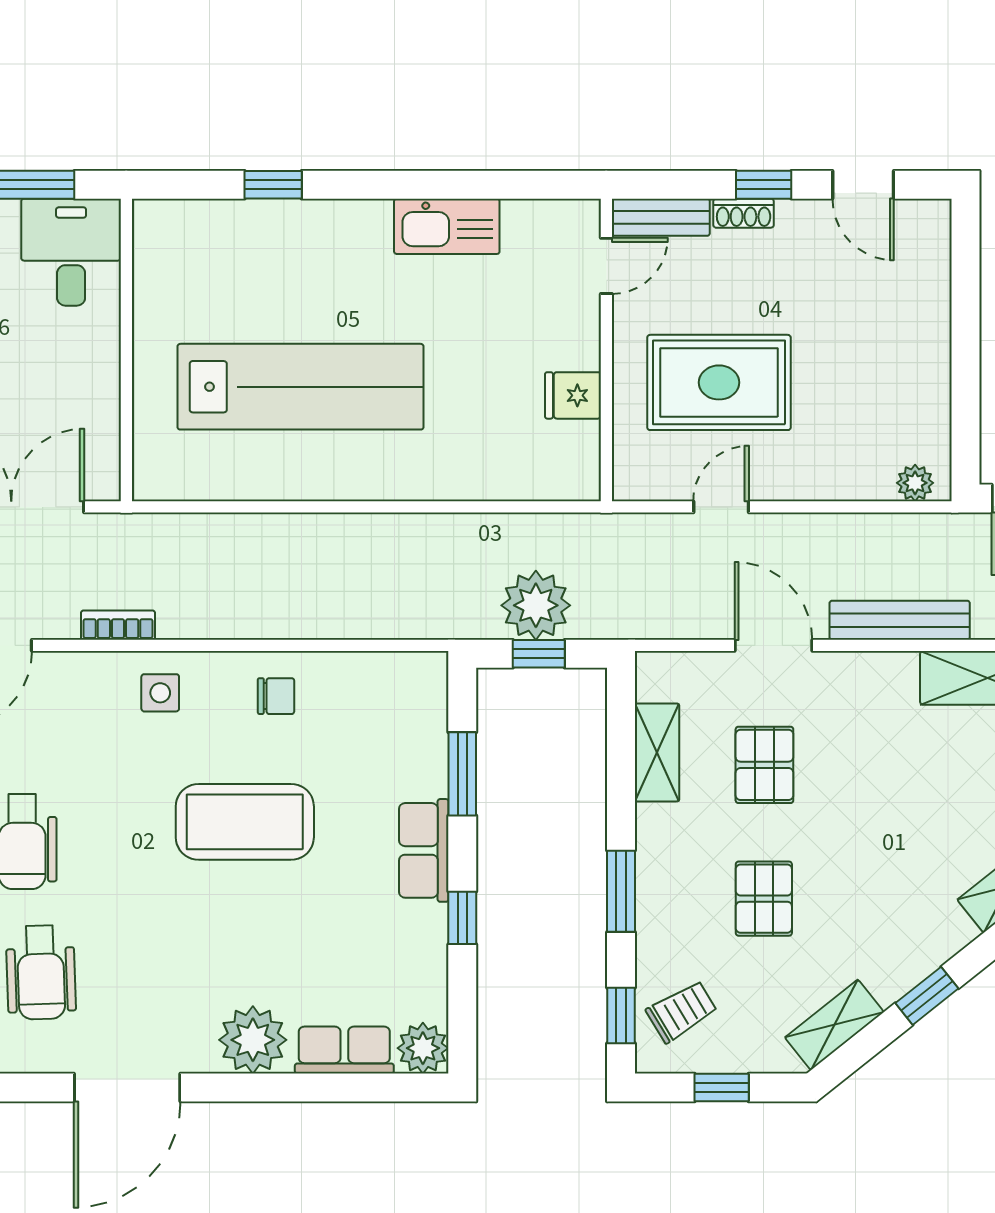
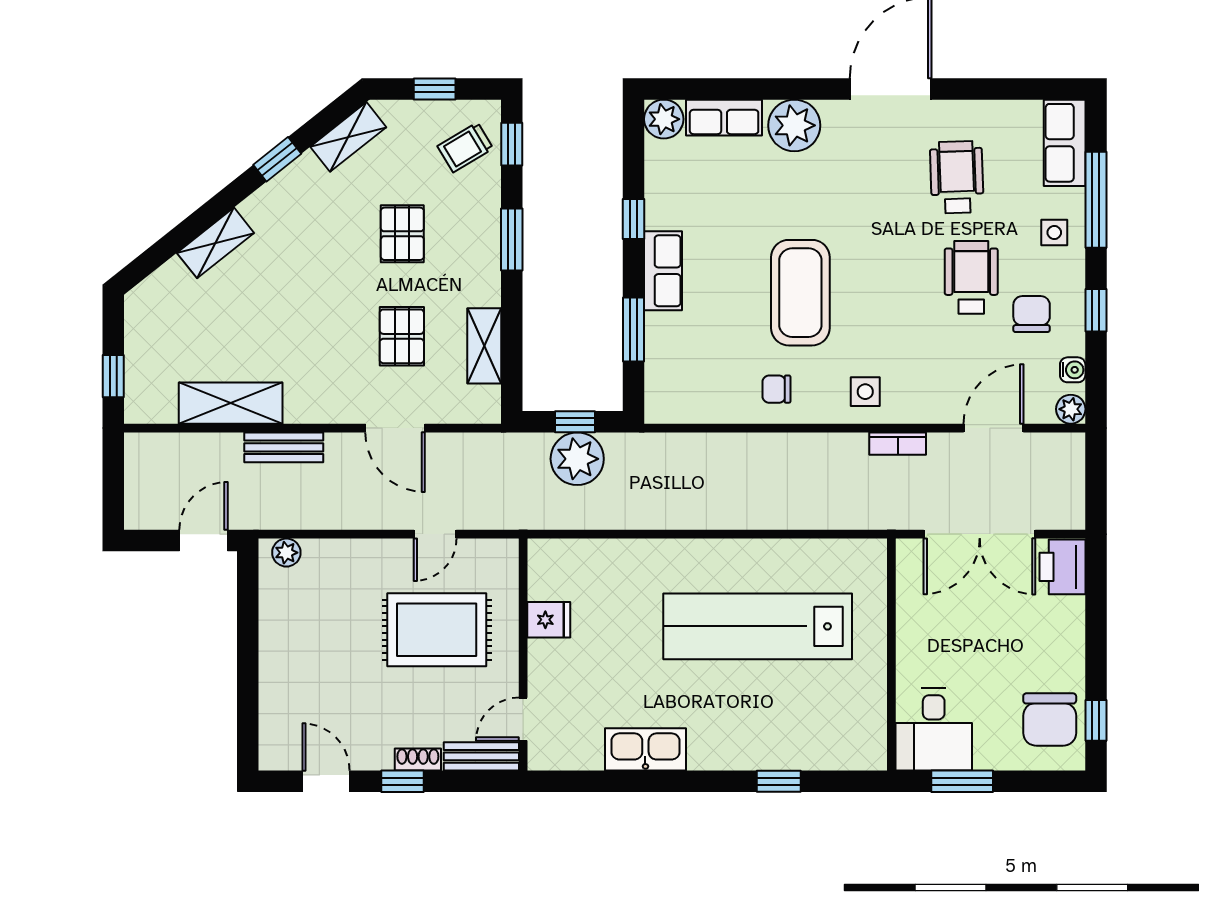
bench: (900, 620) -> (284, 447), width x0.73
coffee table: (245, 822) -> (800, 293), turned 90

